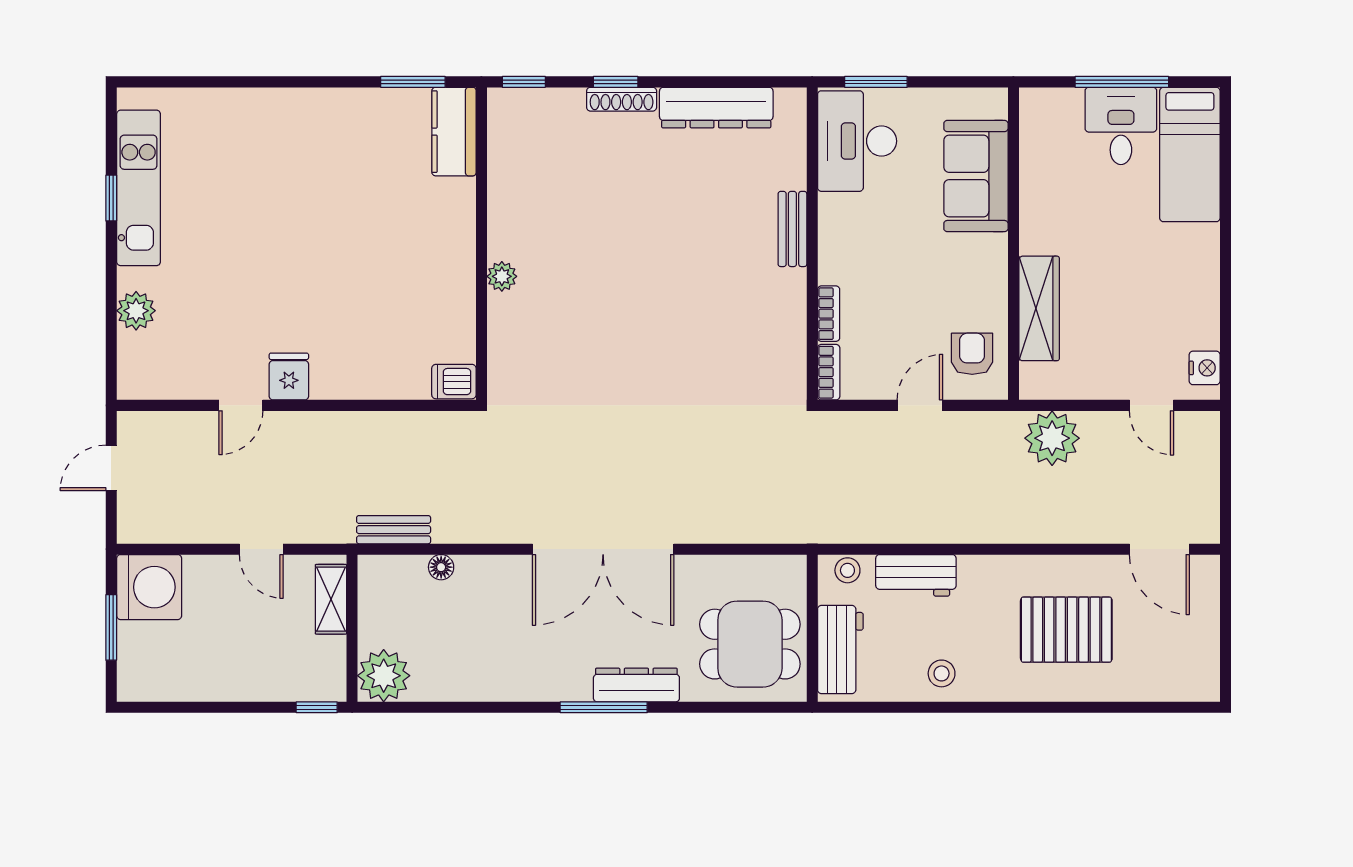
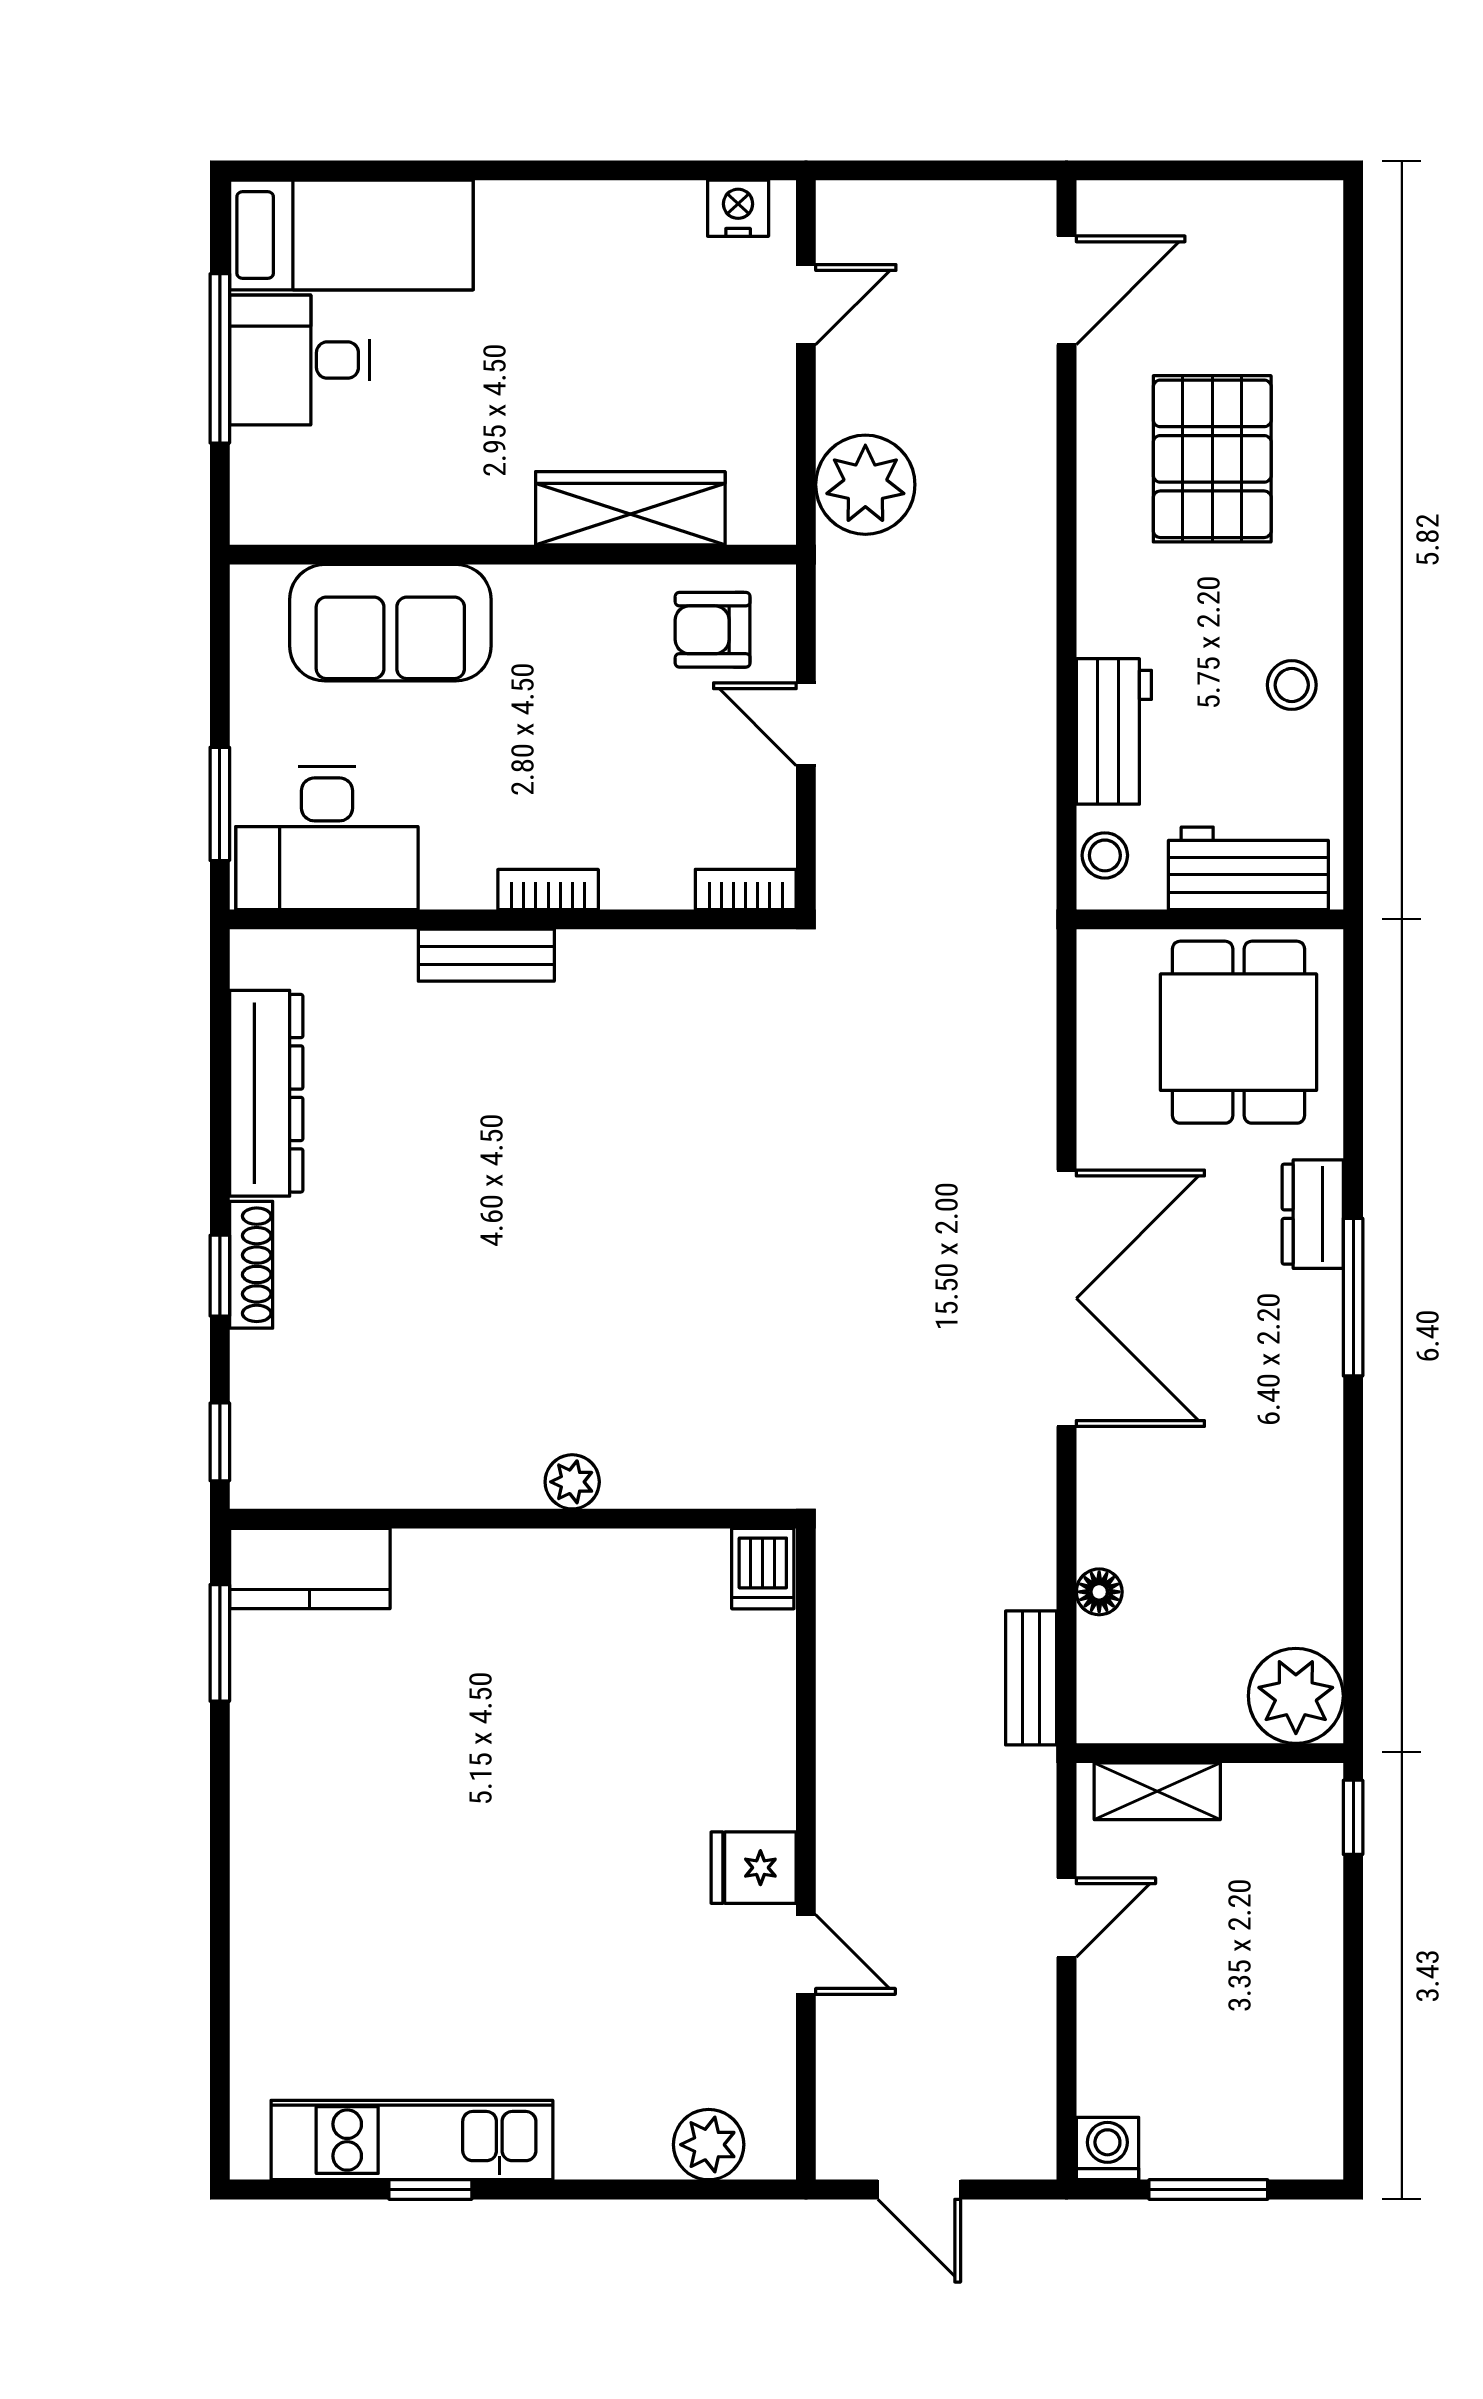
plant: (136, 311) -> (709, 2145), moved
bookcase: (829, 314) -> (548, 890), moved
washing machine: (149, 587) -> (1107, 2149), width x0.53, depth x0.53
dresser: (636, 685) -> (1313, 1214), width x0.70

